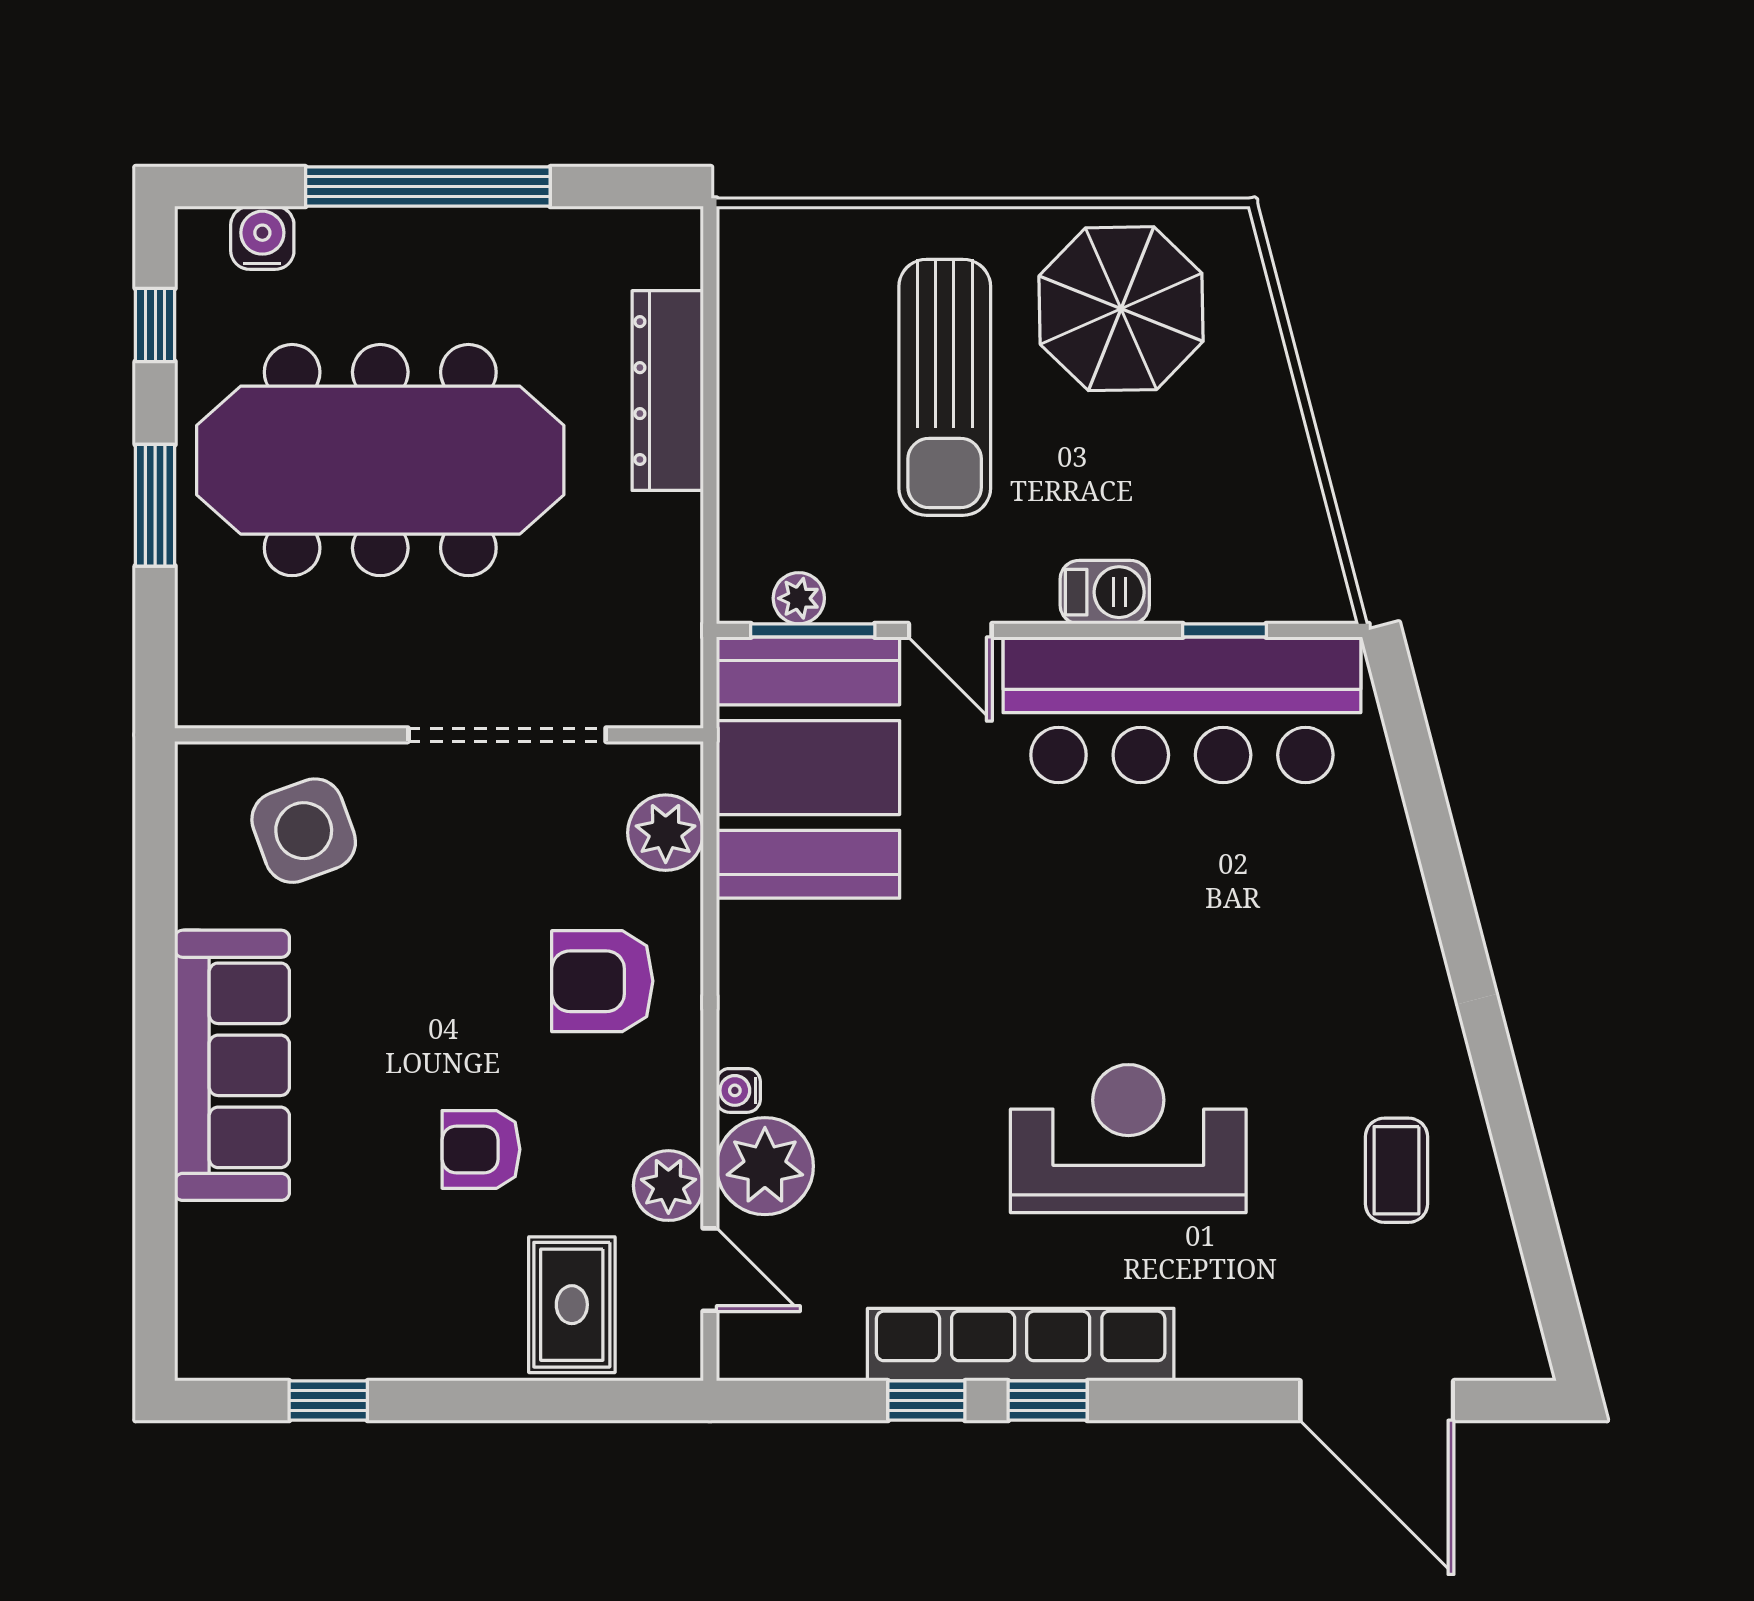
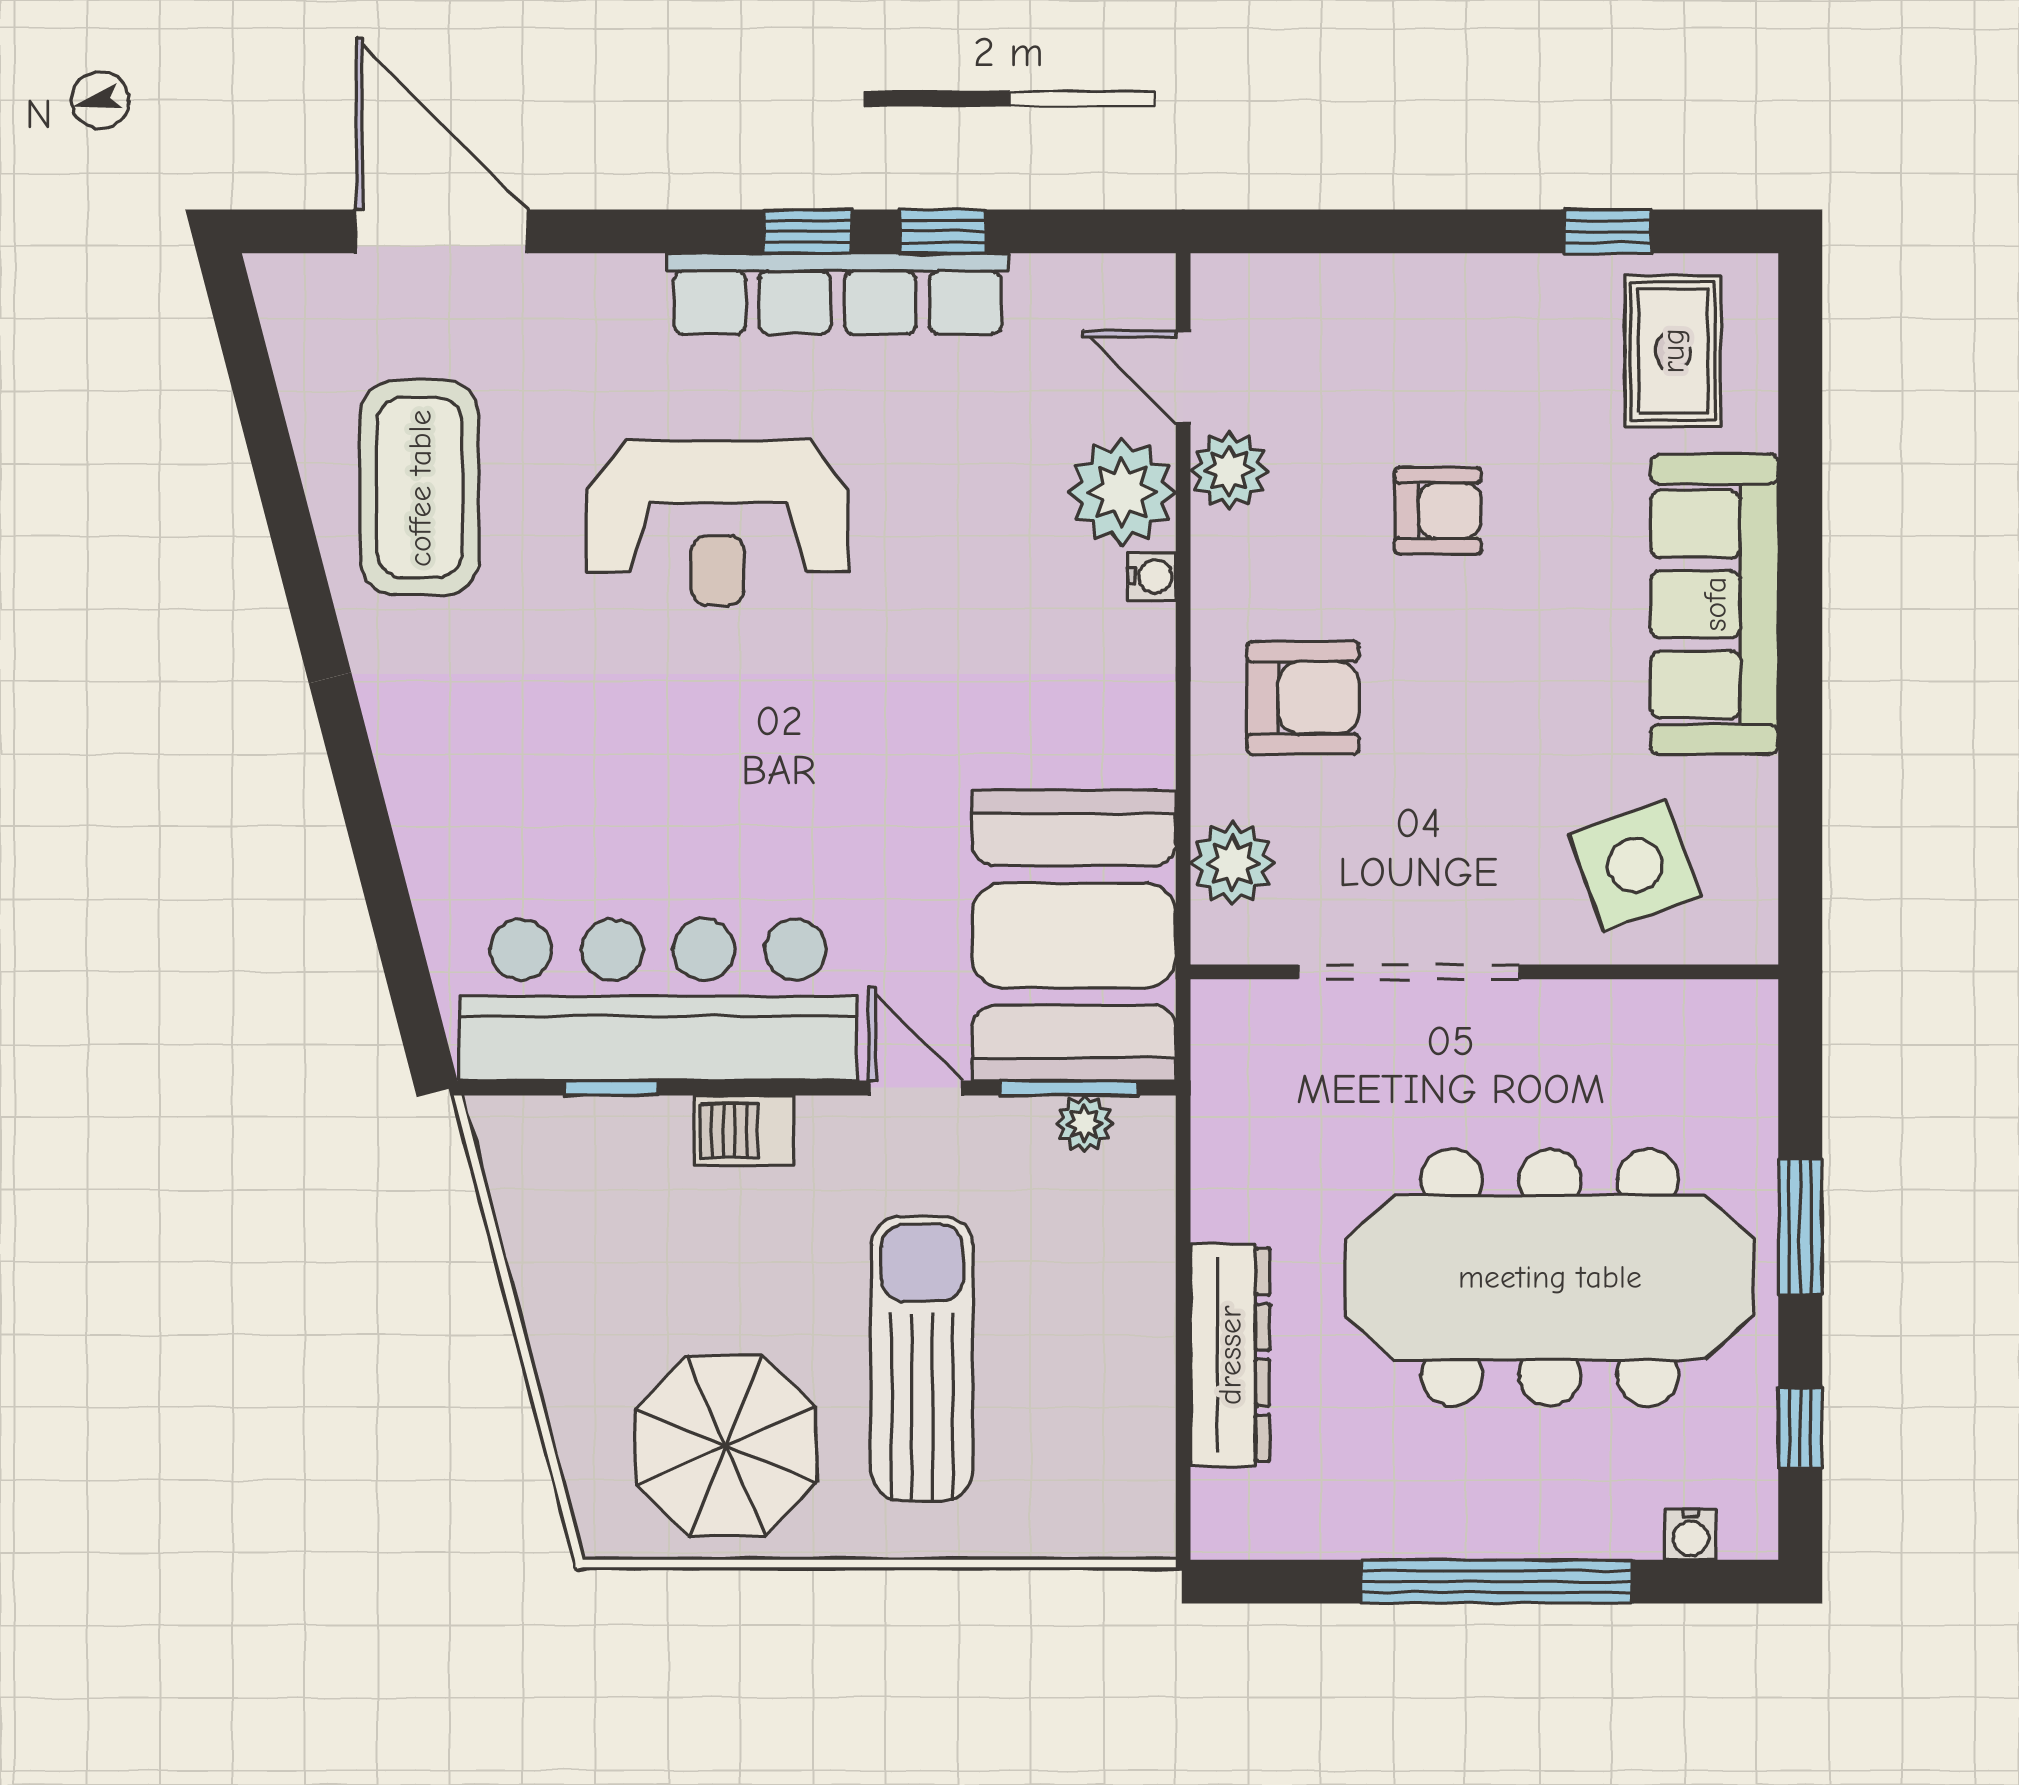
water cooler: (262, 238) -> (1691, 1534), width x0.72, depth x0.72
coffee table: (1396, 1170) -> (420, 488), width x1.86, depth x1.72
rug: (572, 1305) -> (1673, 351), moved

